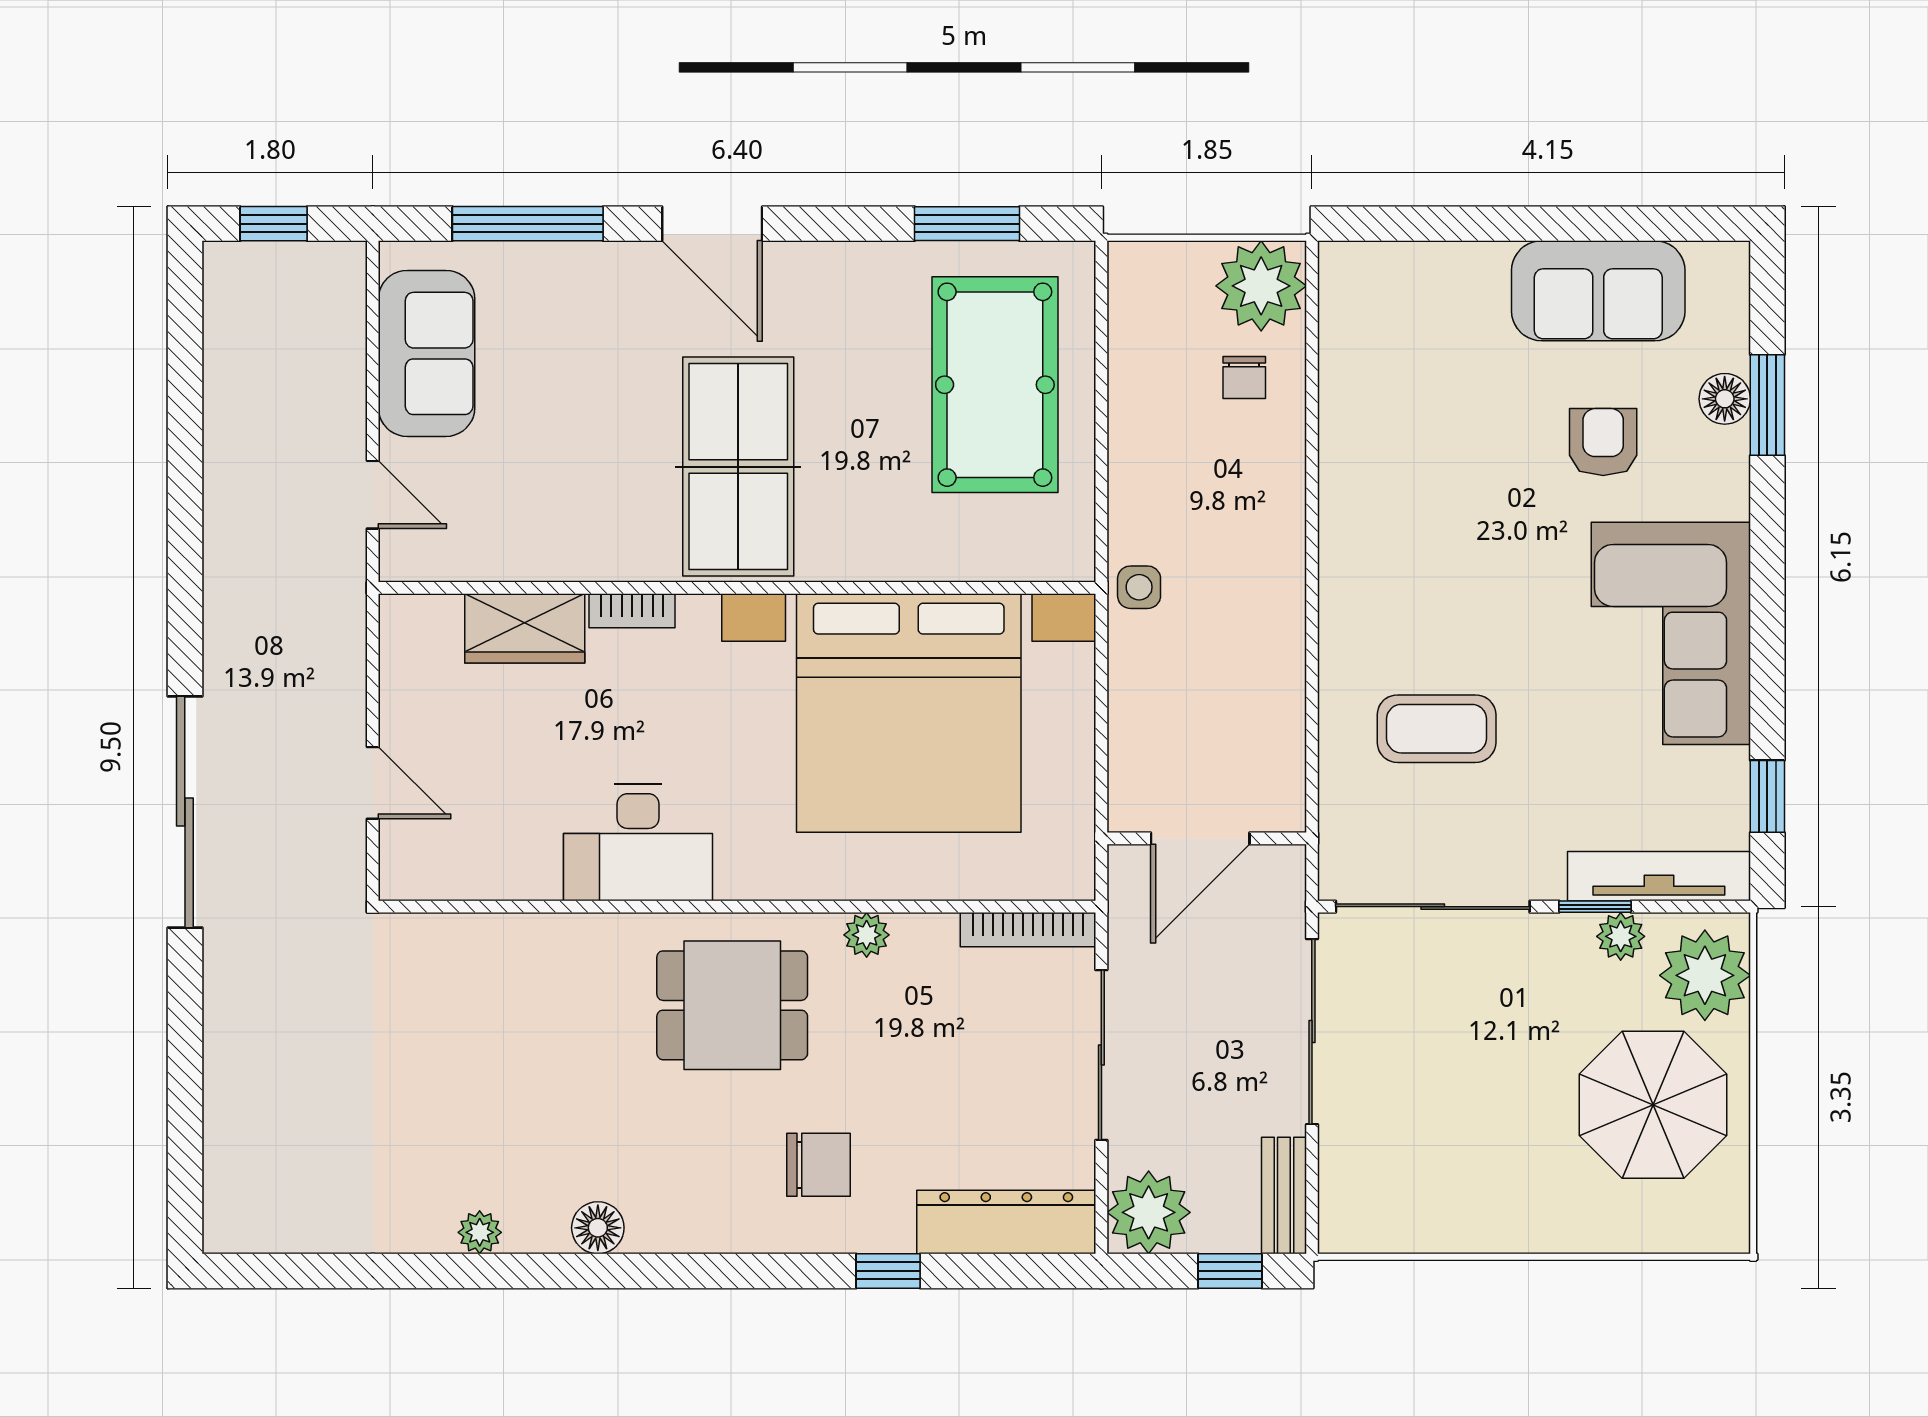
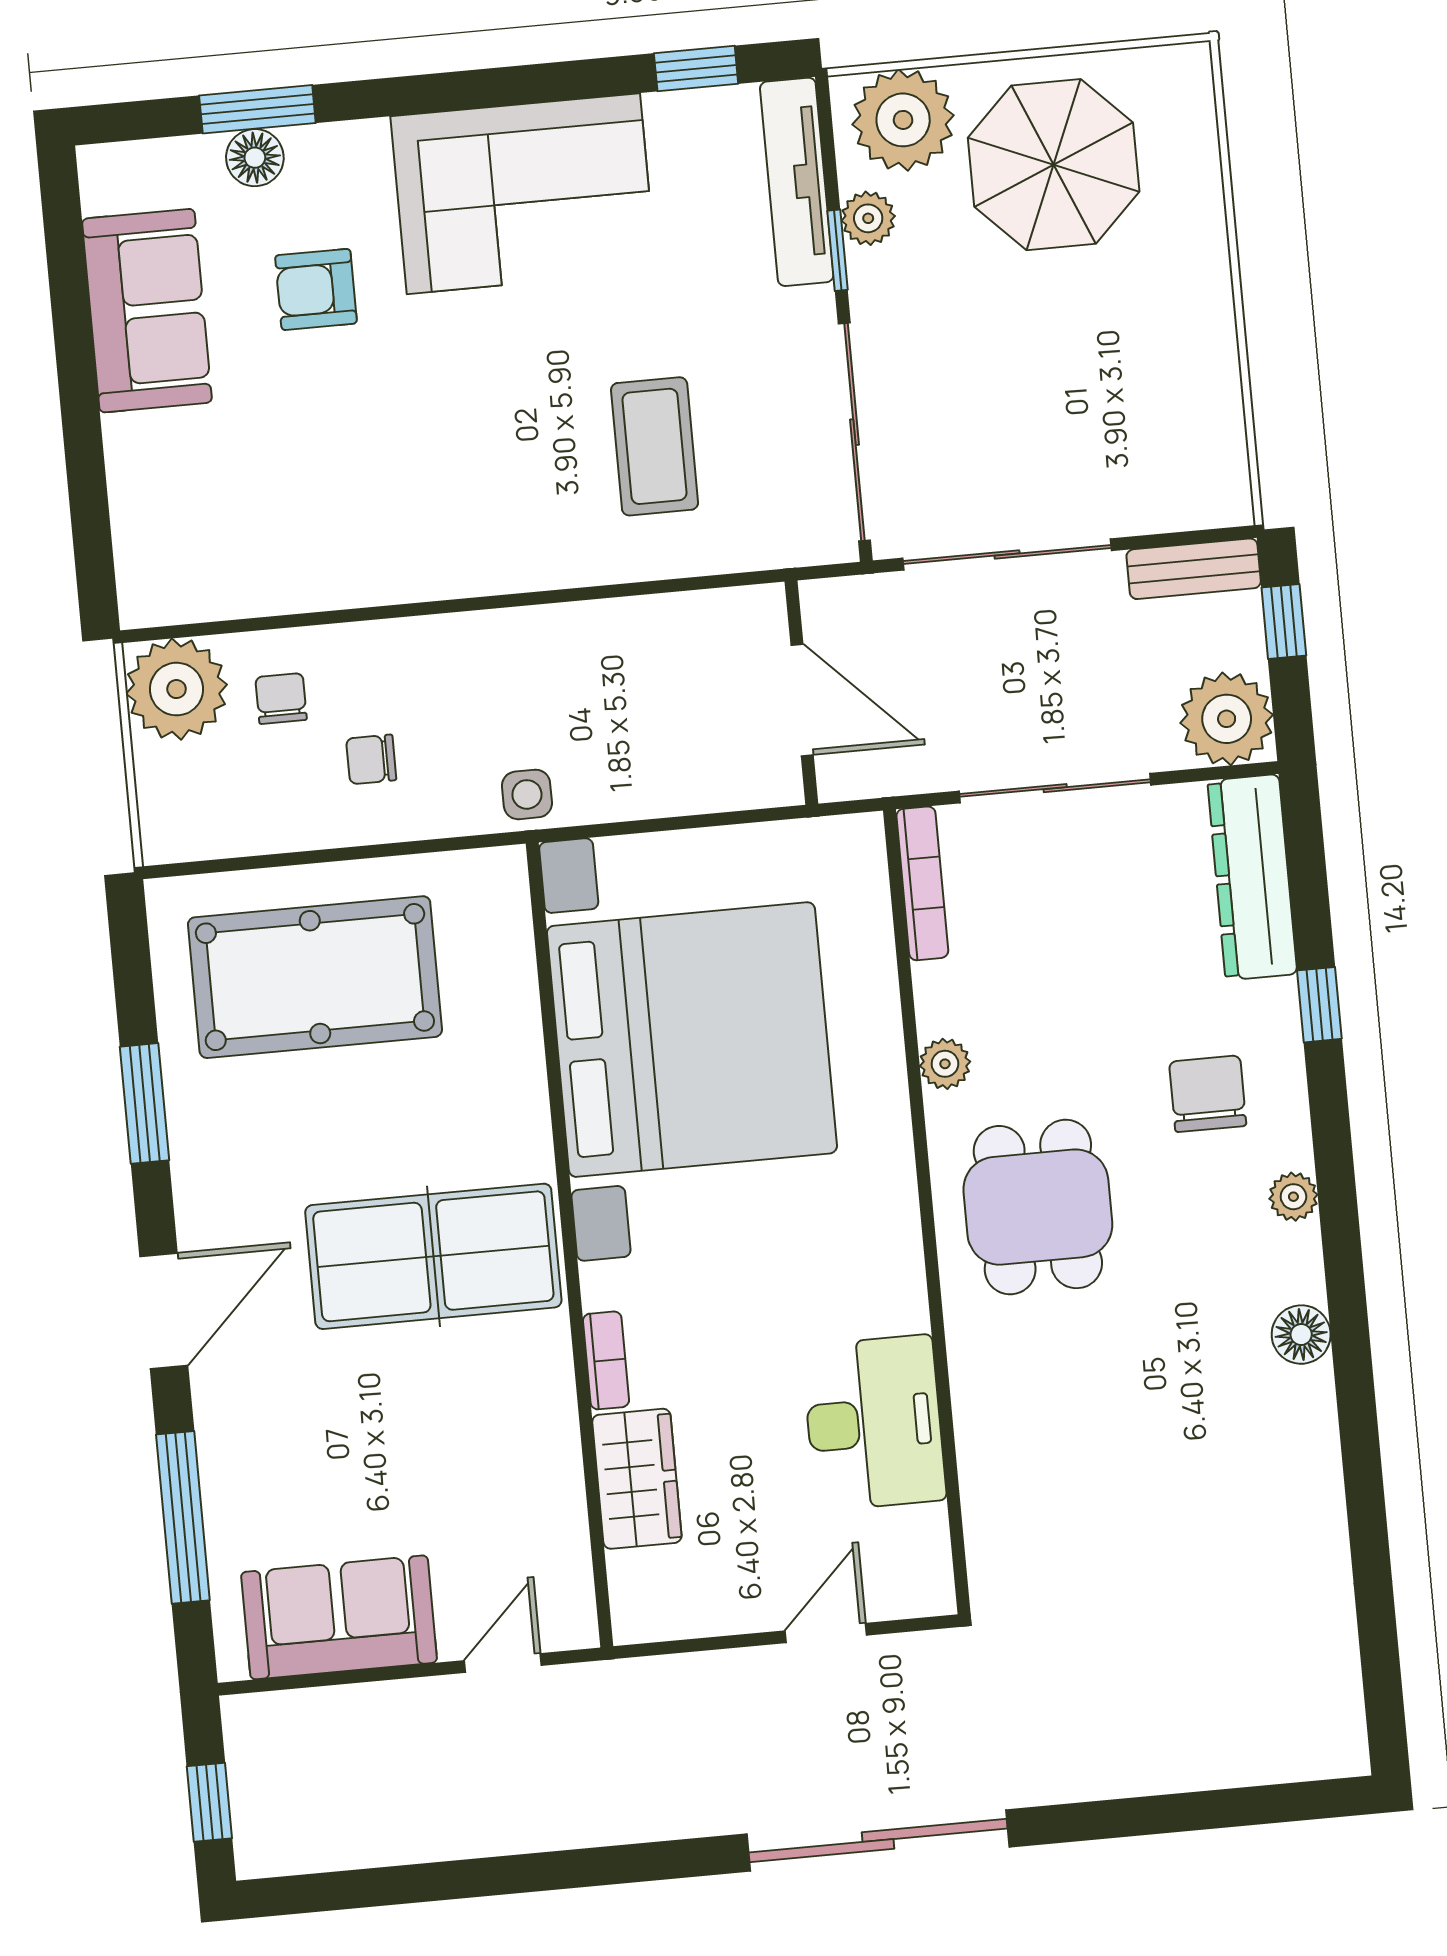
window: (967, 224) -> (145, 1103), moved
chair: (1244, 378) -> (281, 698), turned -90
chair: (1183, 452) -> (371, 759), added
desk: (638, 843) -> (874, 1423), moved
plant: (480, 1232) -> (1293, 1197), moved

